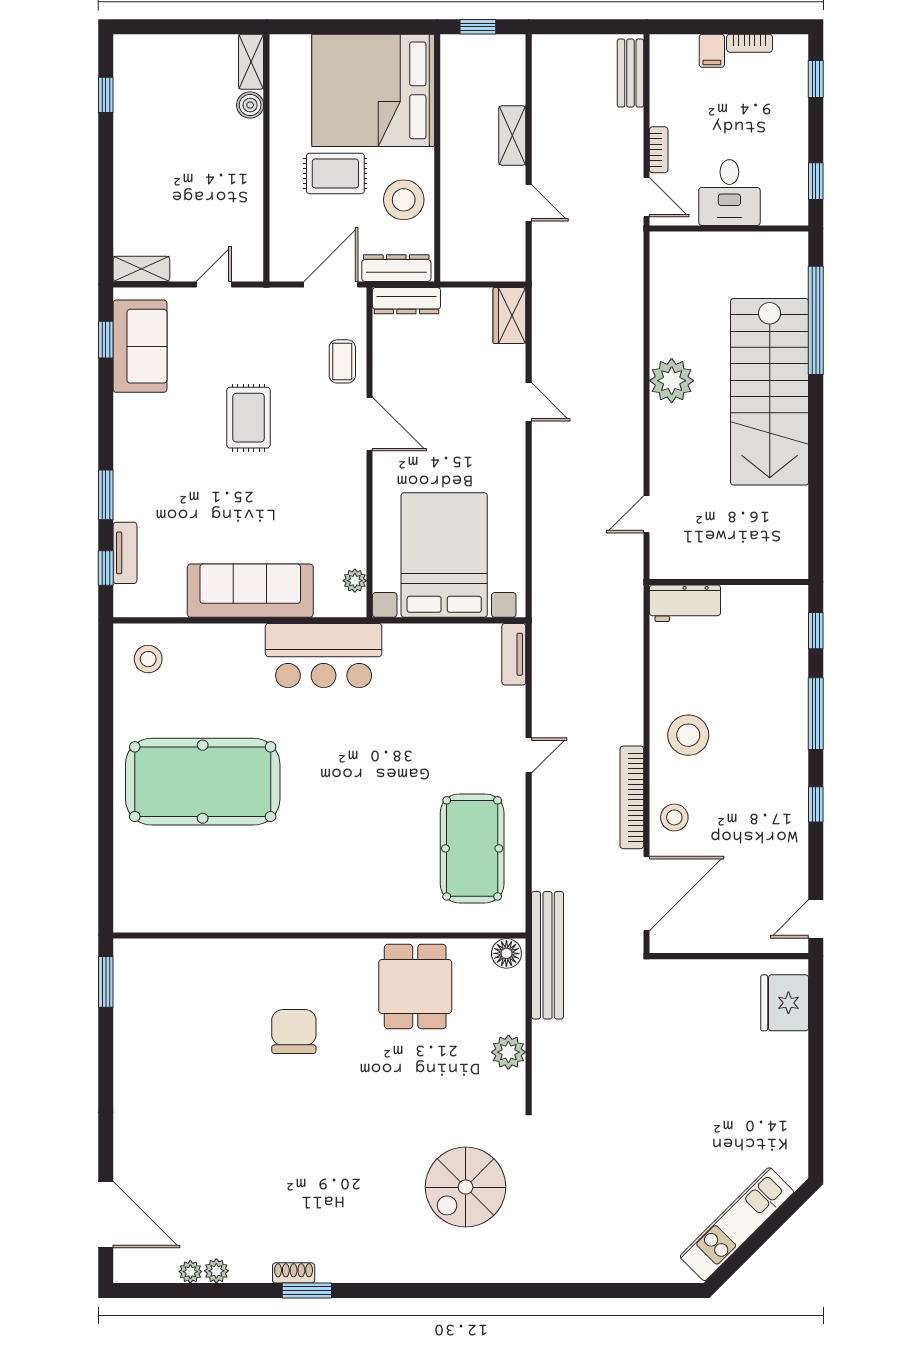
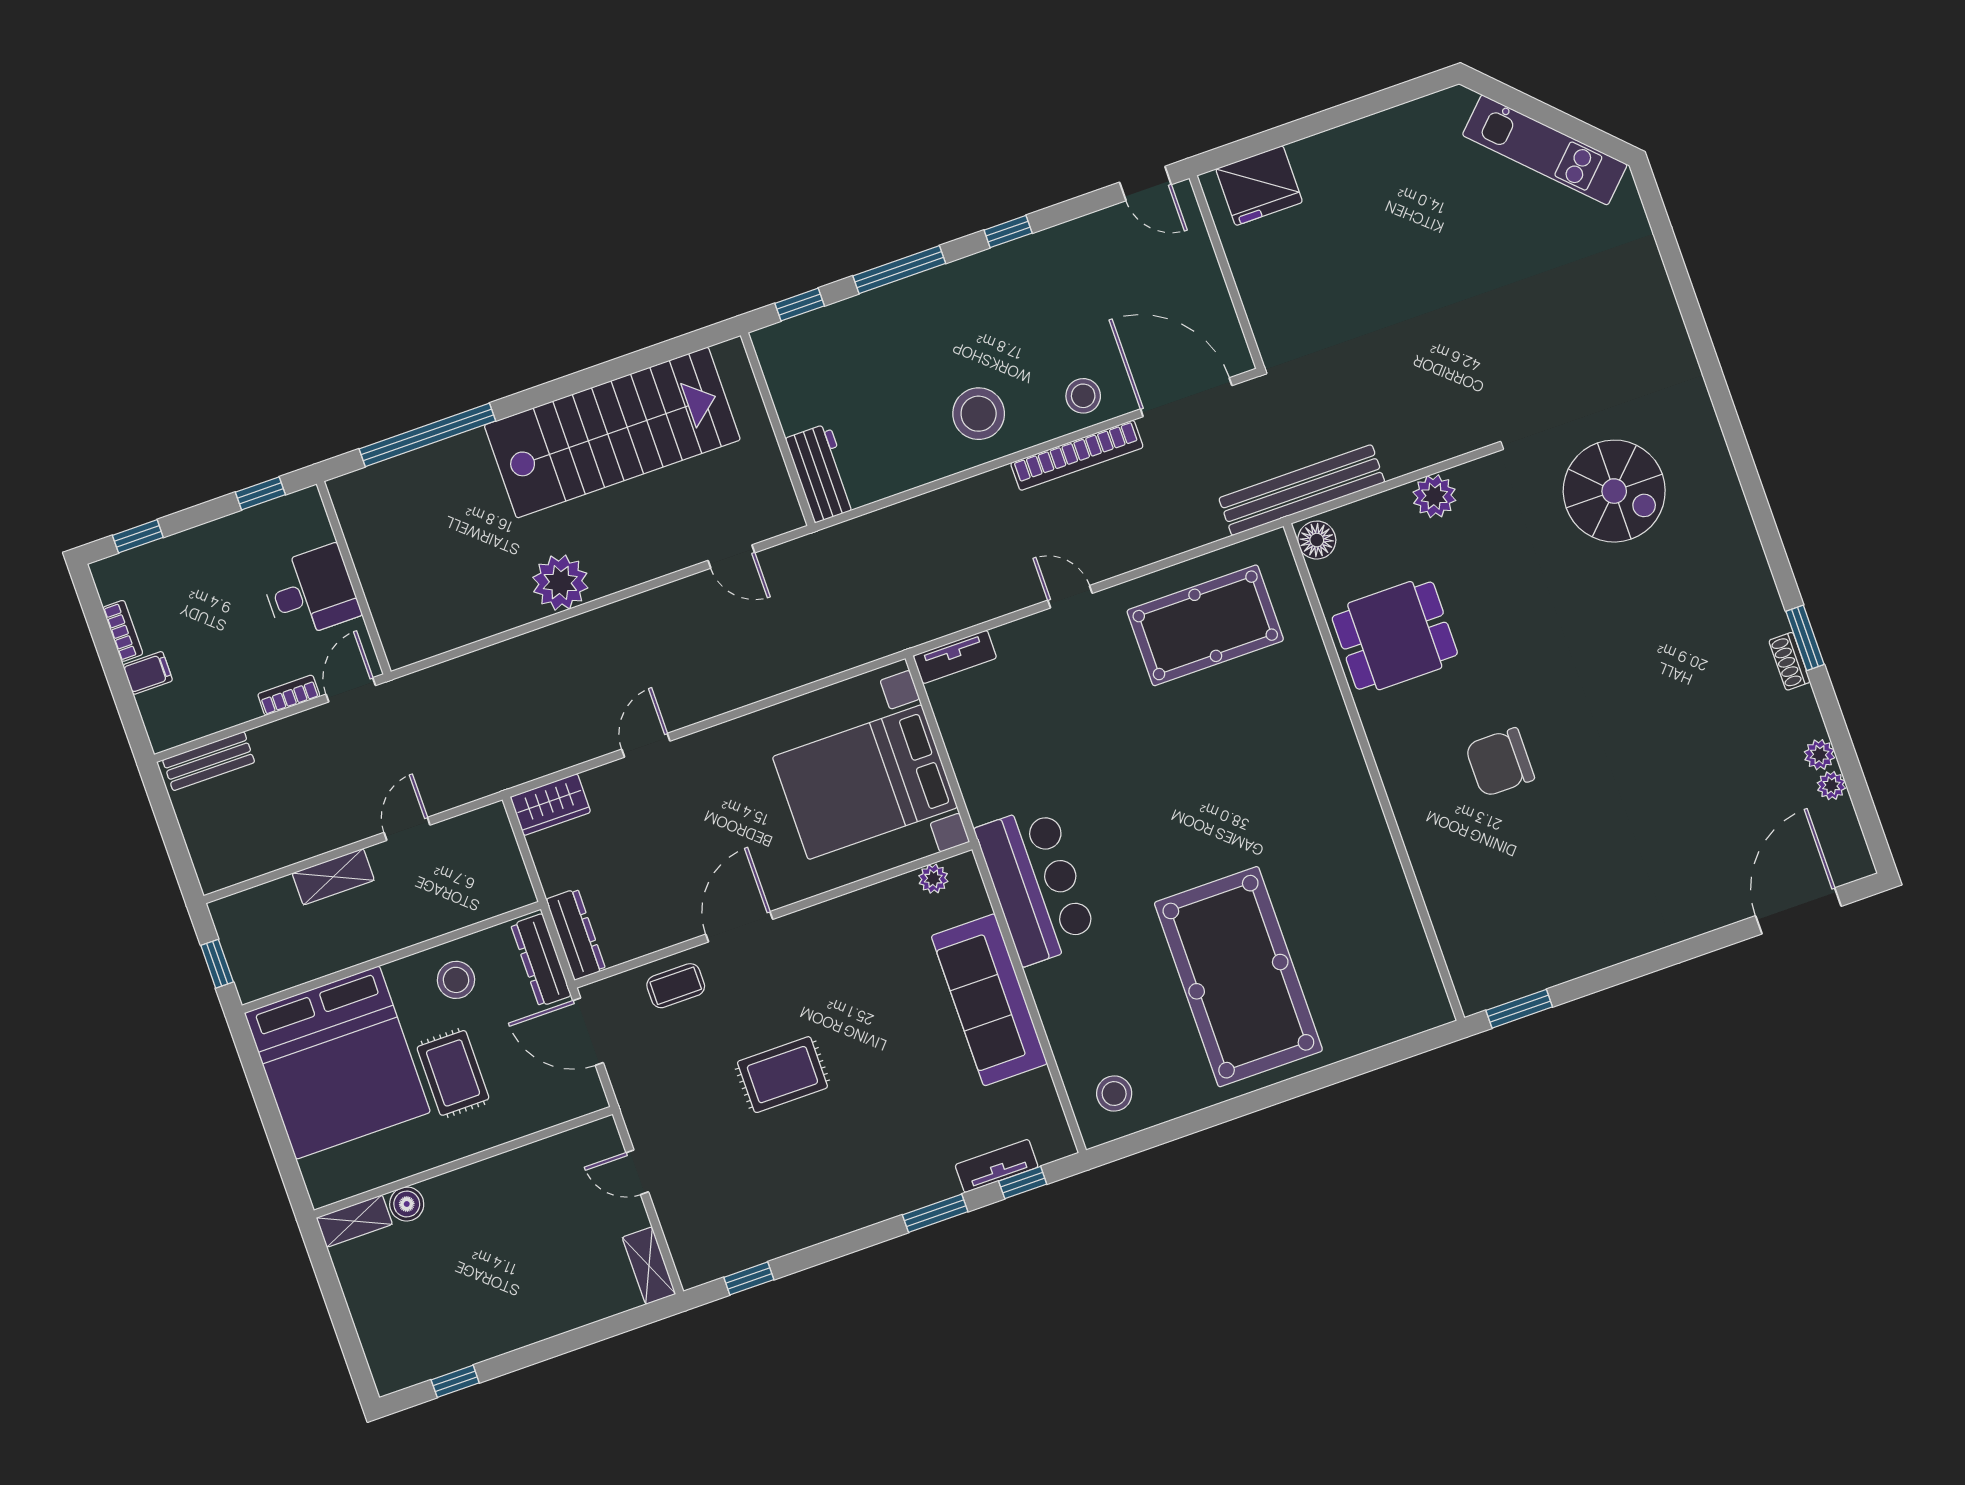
stool: (404, 200) -> (456, 980), width x0.73, depth x0.73
sofa: (140, 346) -> (742, 1235), removed
stairs: (770, 392) -> (612, 432), moved

